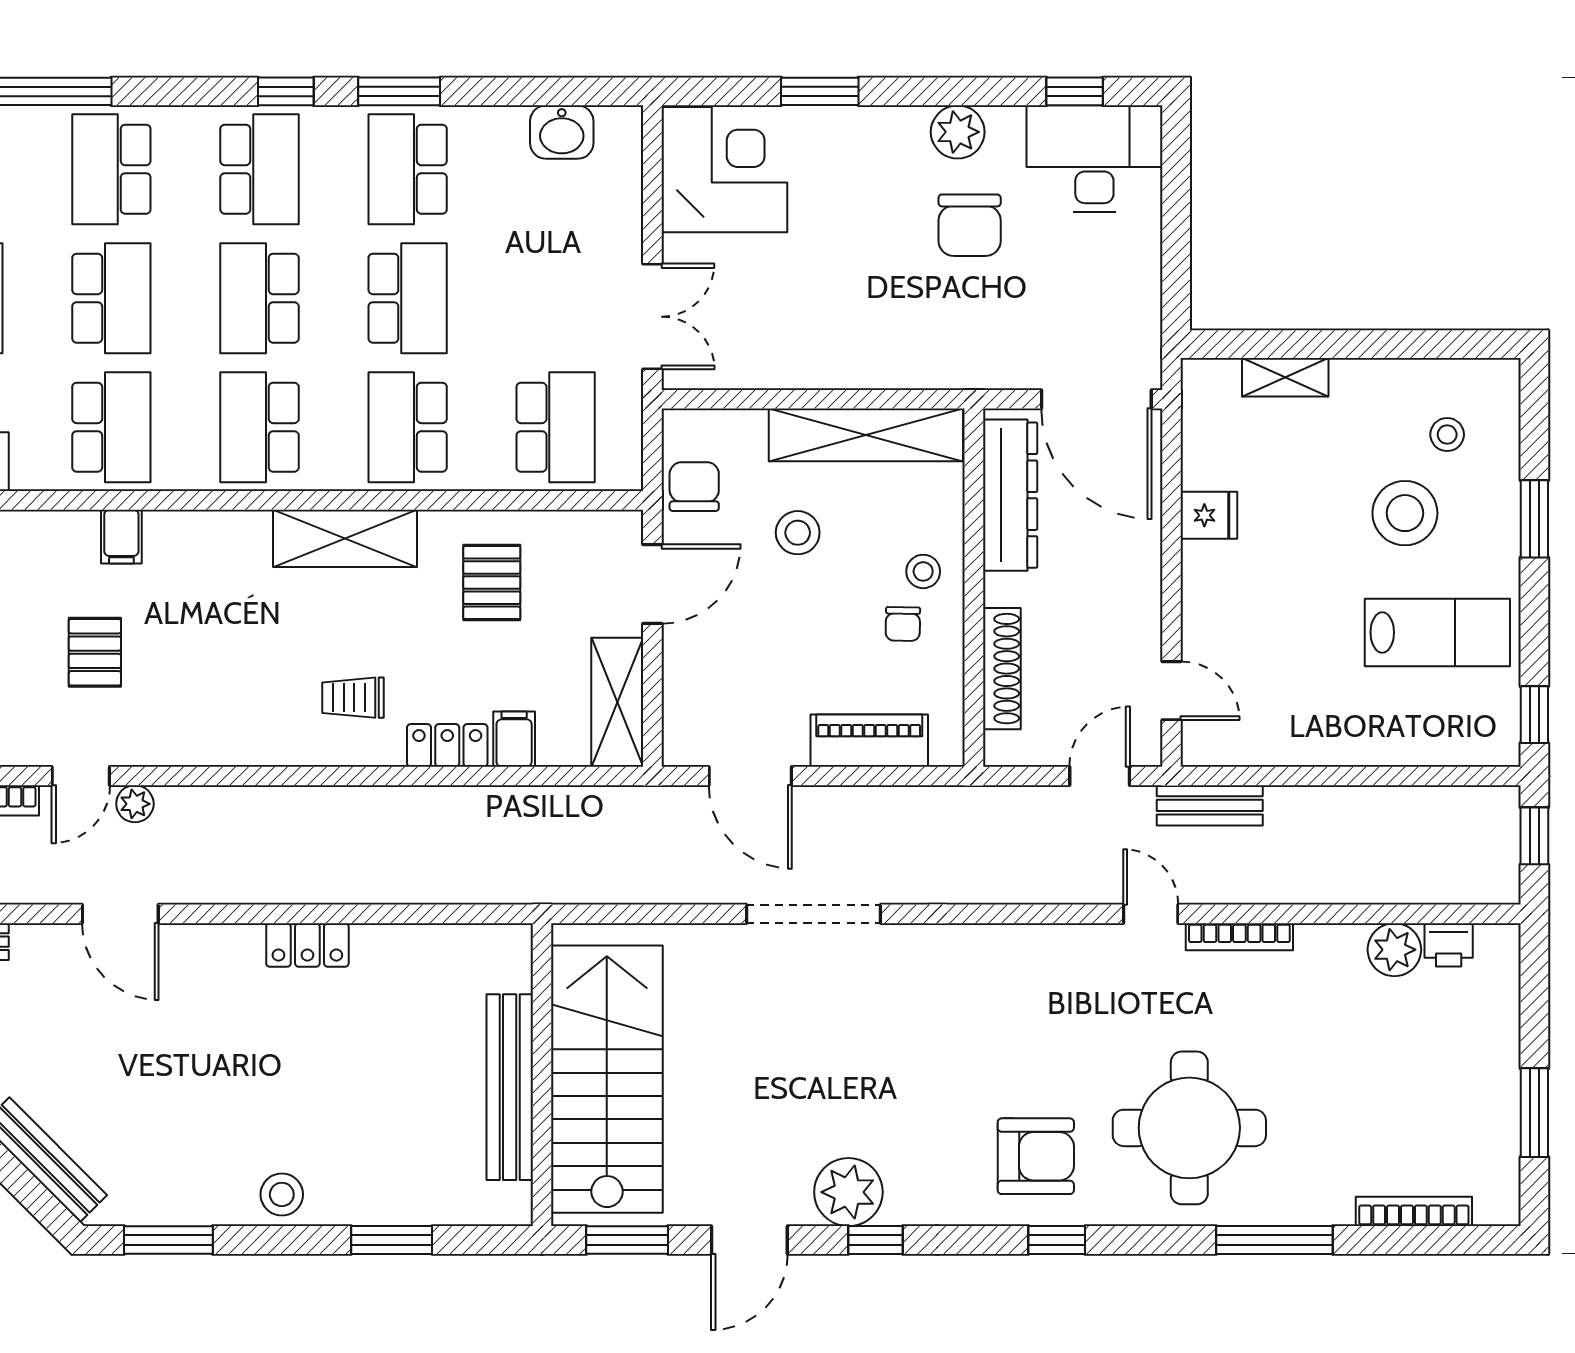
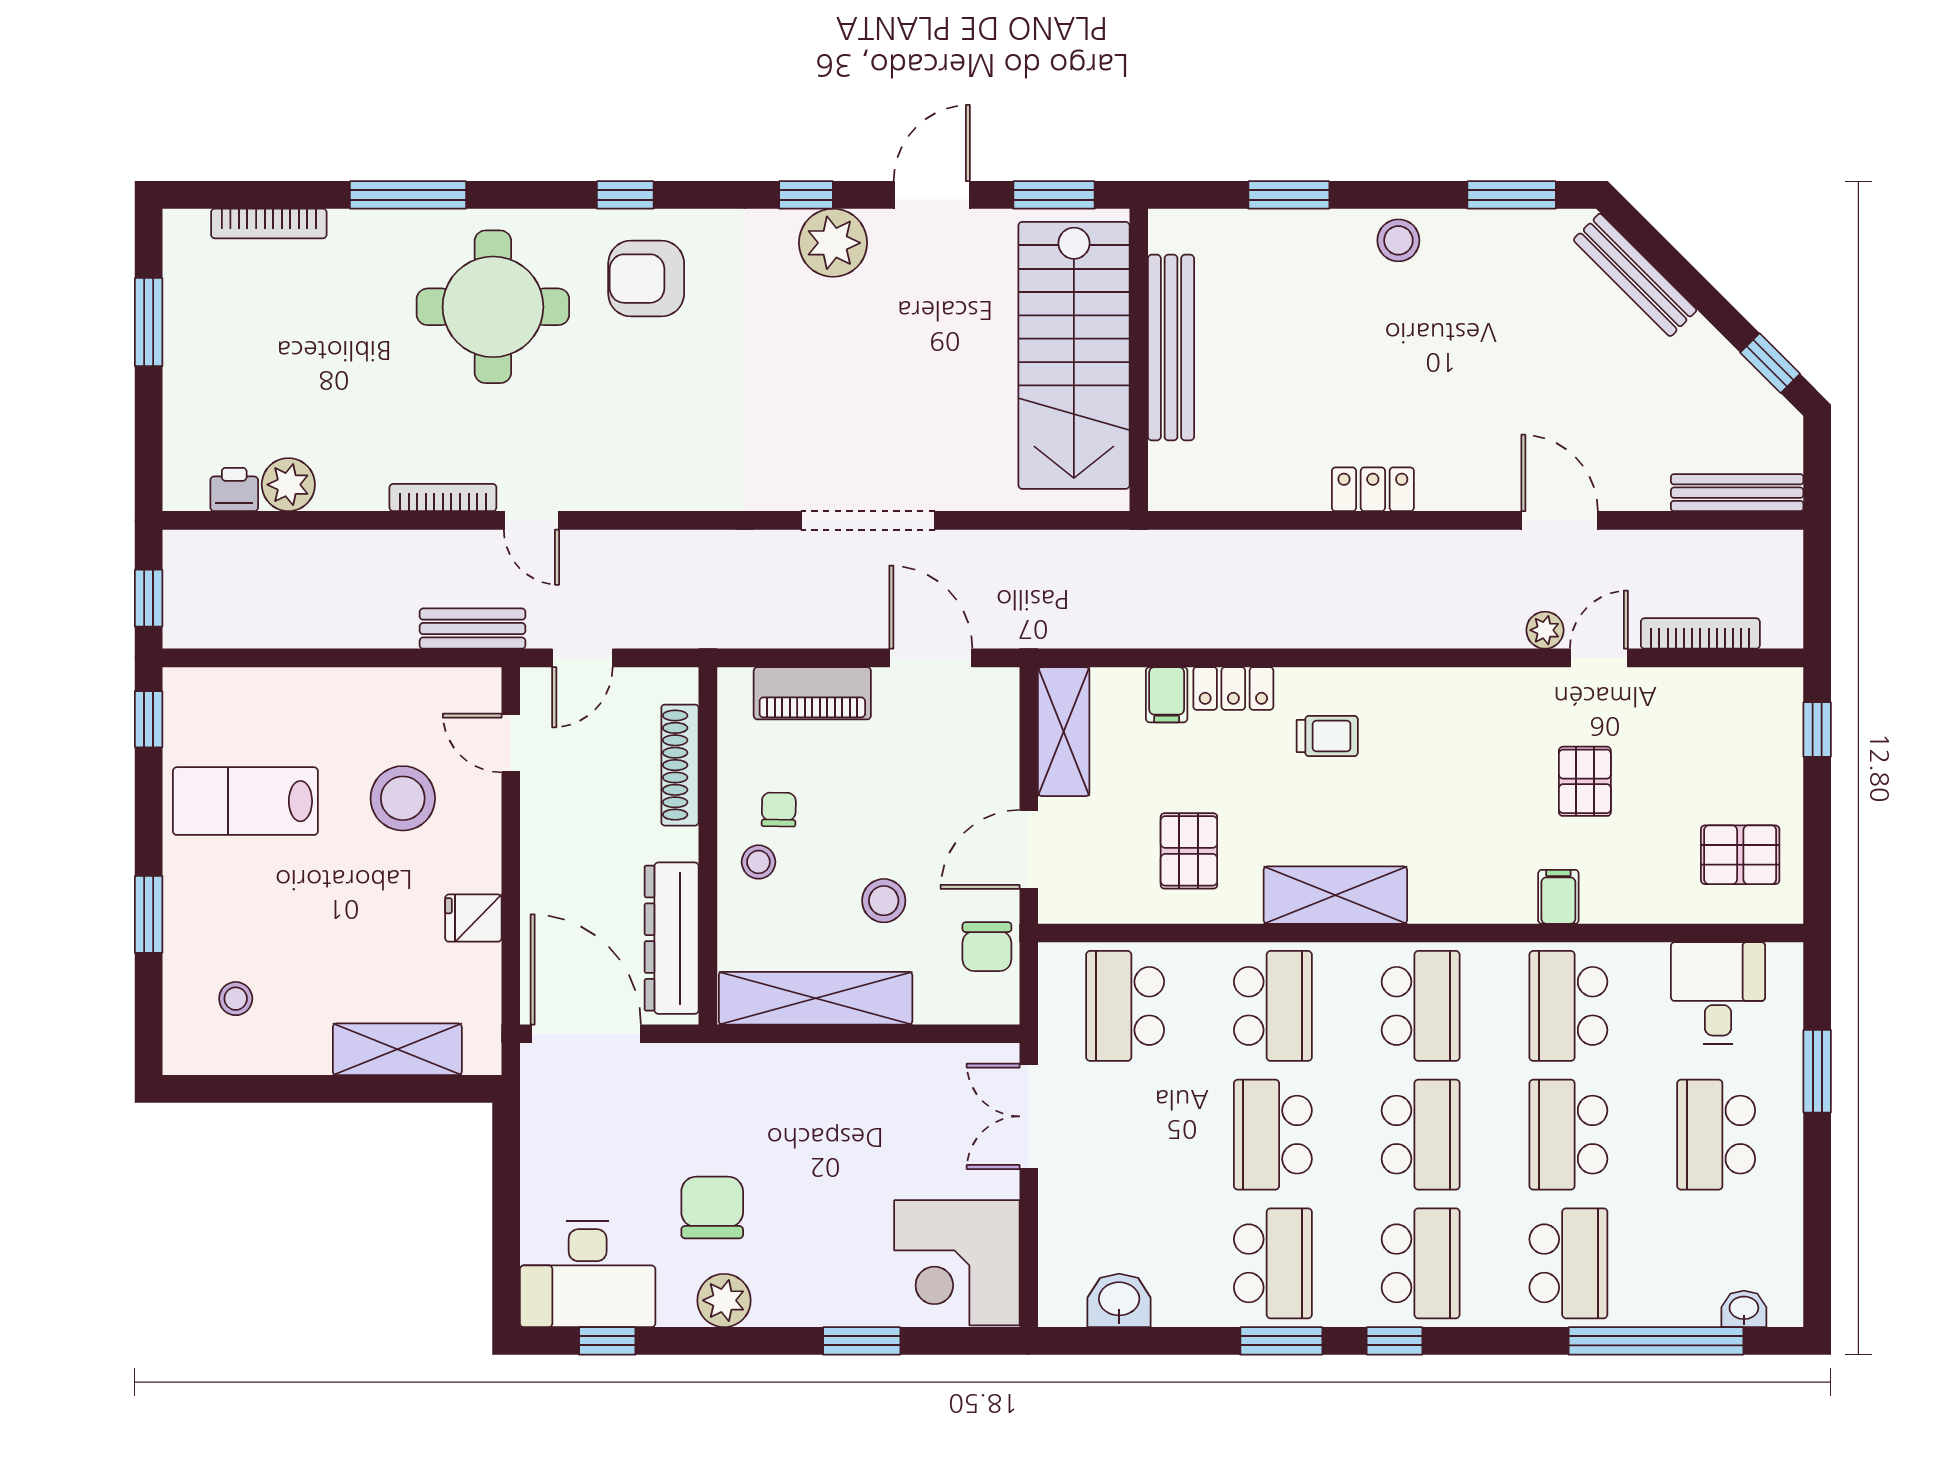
school desk: (260, 169) -> (1421, 1263), turned 180
shelving: (1285, 377) -> (397, 1049), width x1.50, depth x1.33
stool: (1405, 513) -> (403, 798), moved

